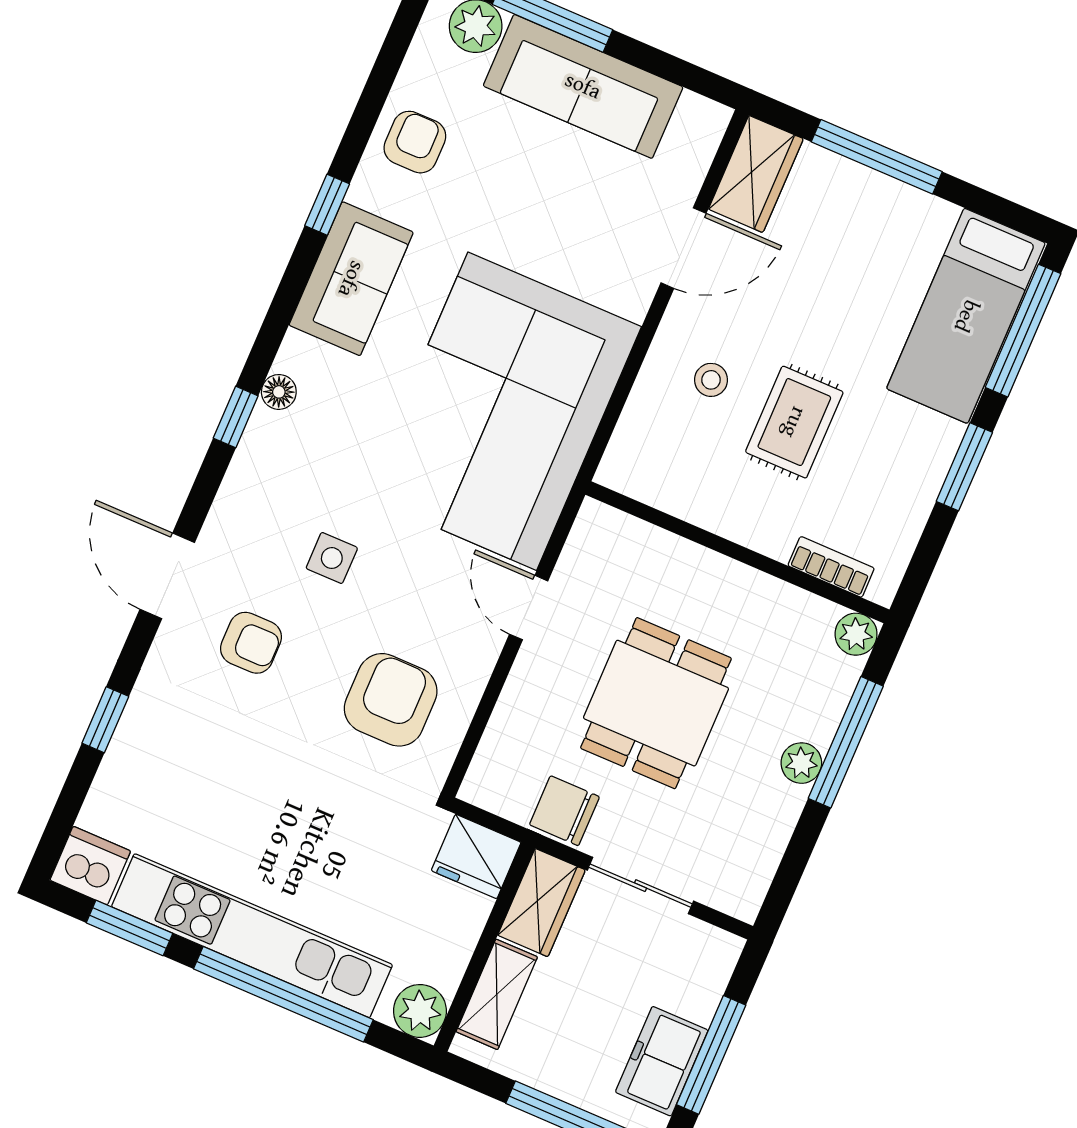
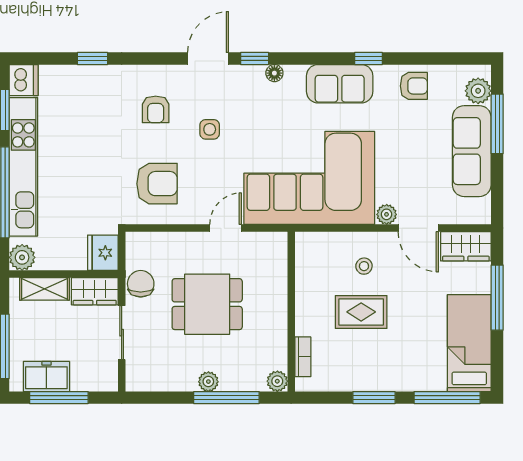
plant: (633, 296) -> (387, 214), added
bed: (966, 316) -> (469, 343), moved, turned 90
door: (167, 576) -> (208, 58), moved

